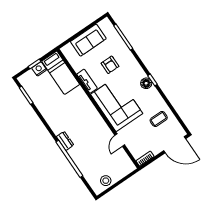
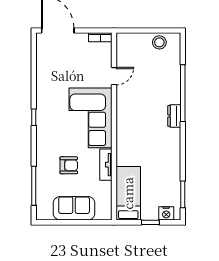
armchair: (110, 65) -> (69, 165), turned 90
nightstand: (39, 69) -> (166, 213), moved
floor lamp: (146, 83) -> (43, 118), removed
coffee table: (159, 119) -> (56, 70), removed

